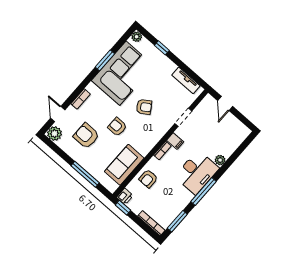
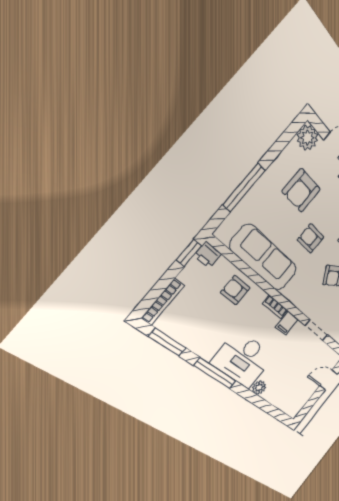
armchair: (117, 127) -> (311, 238), turned -90
armchair: (86, 136) -> (301, 190), turned 180
sofa: (124, 165) -> (264, 258), width x1.36

